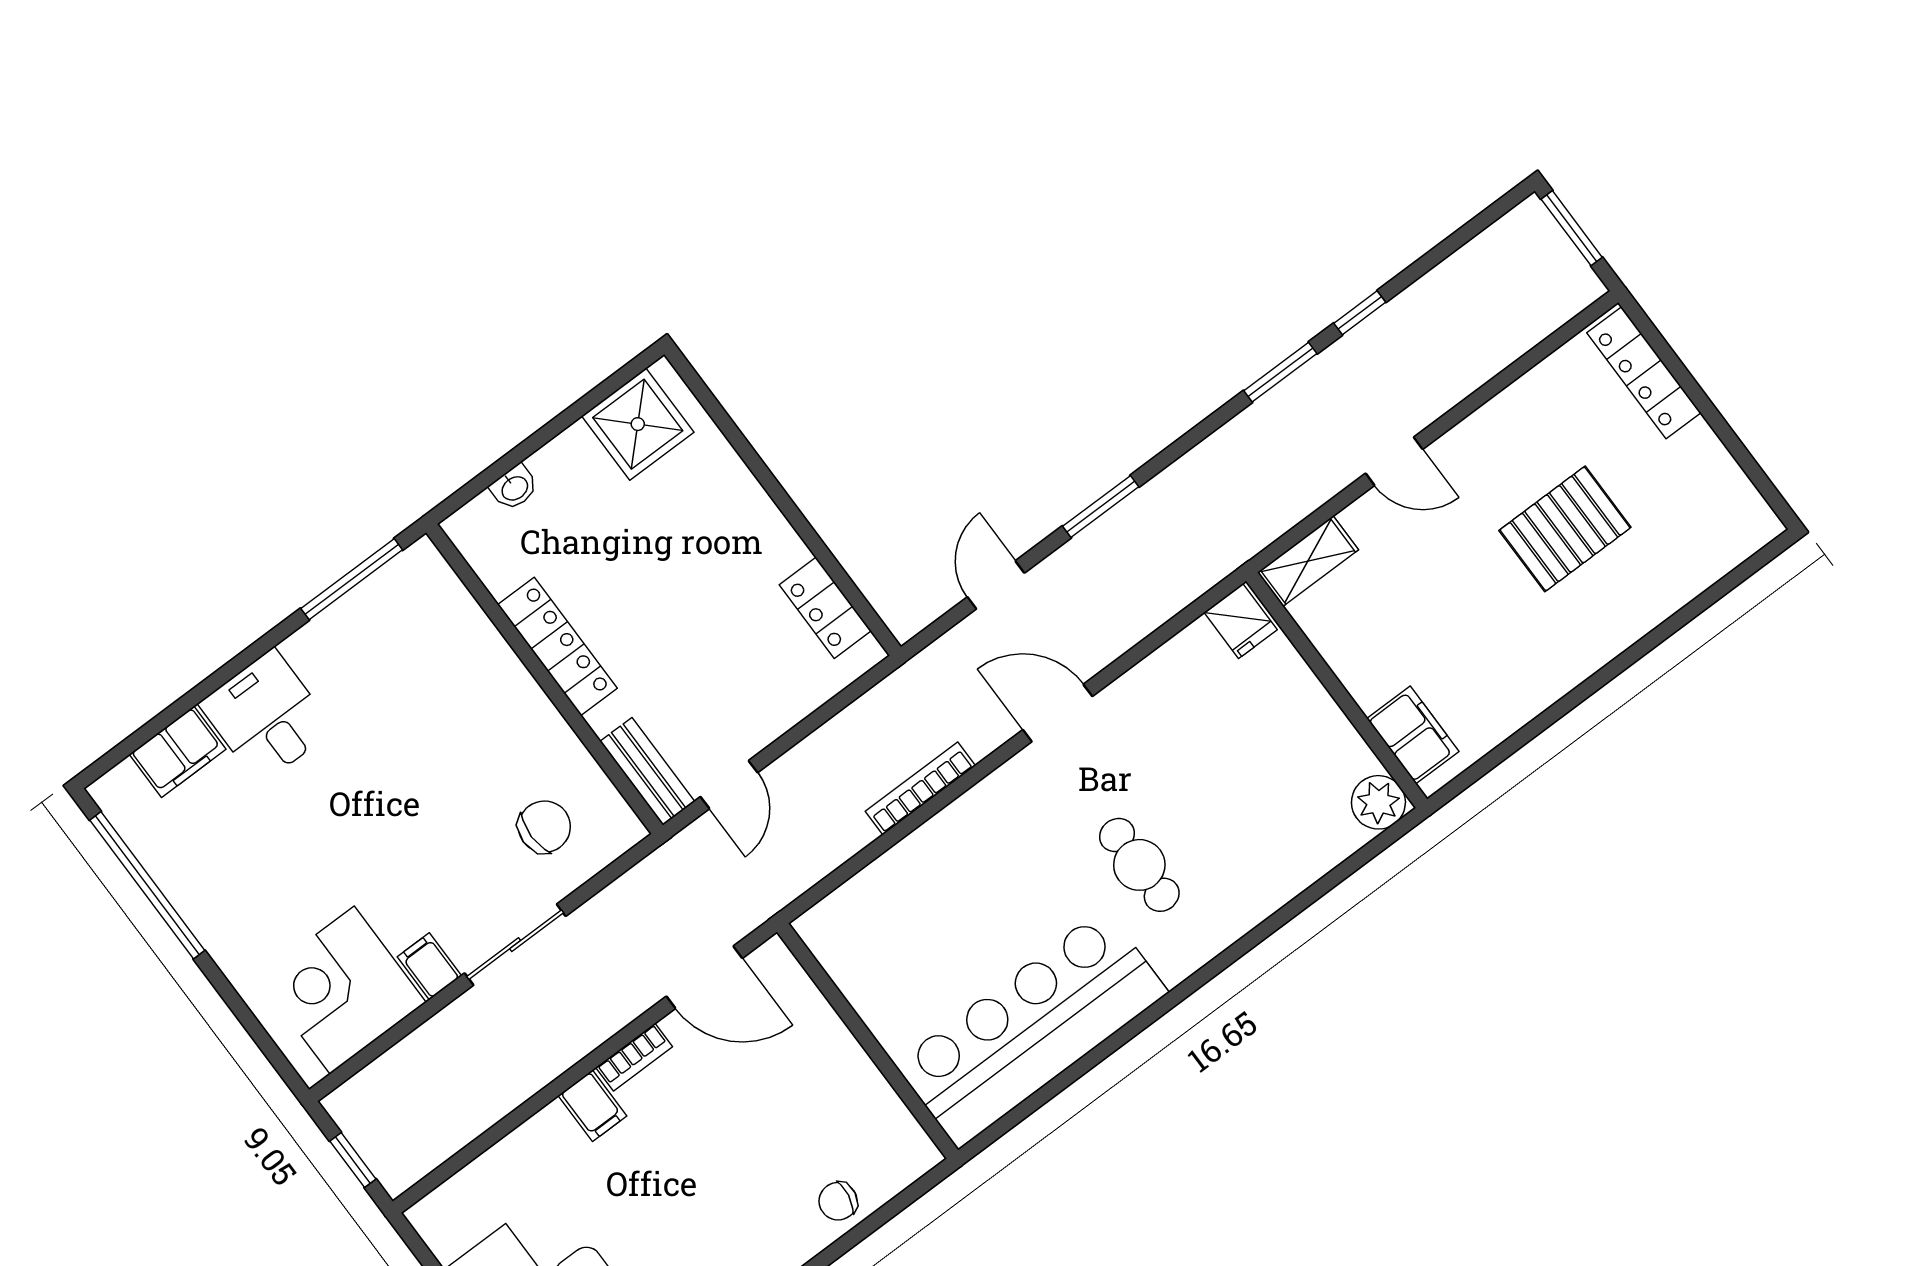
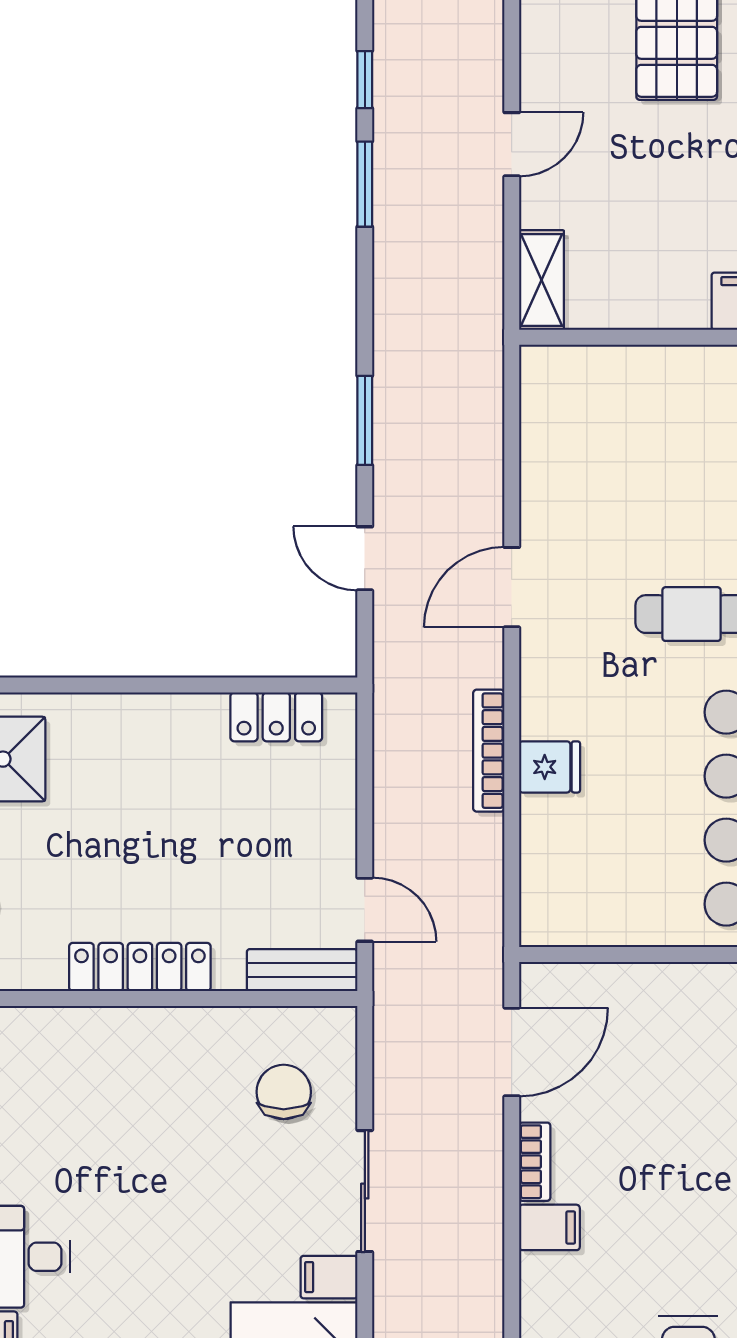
fridge: (1241, 621) -> (550, 767), moved

